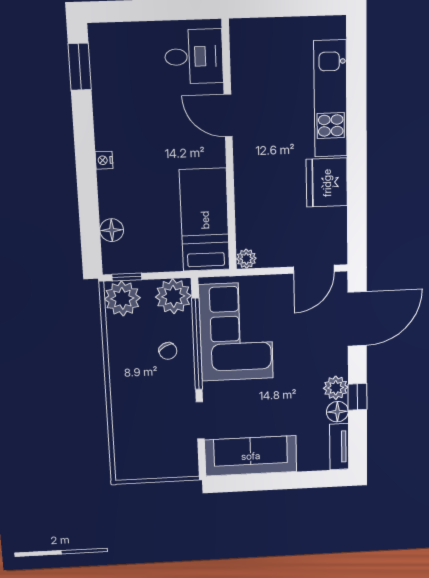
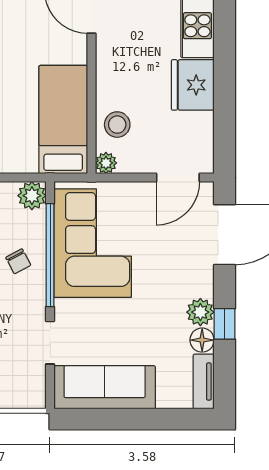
stool: (256, 223) -> (117, 125), added
plant: (173, 296) -> (32, 196), width x0.73, depth x0.73

